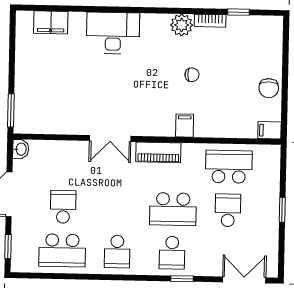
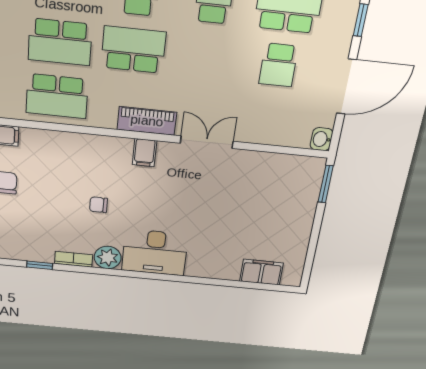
desk: (113, 33) -> (155, 252), moved
filing cabinet: (185, 126) -> (145, 153), moved
school desk: (228, 210) -> (60, 42), width x1.85

